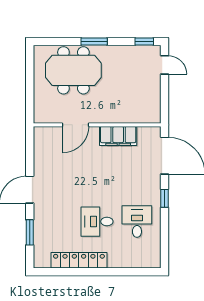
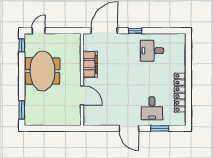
window: (94, 42) -> (22, 110), moved
meeting table: (73, 70) -> (42, 71), moved
desk: (97, 222) -> (152, 108), moved

